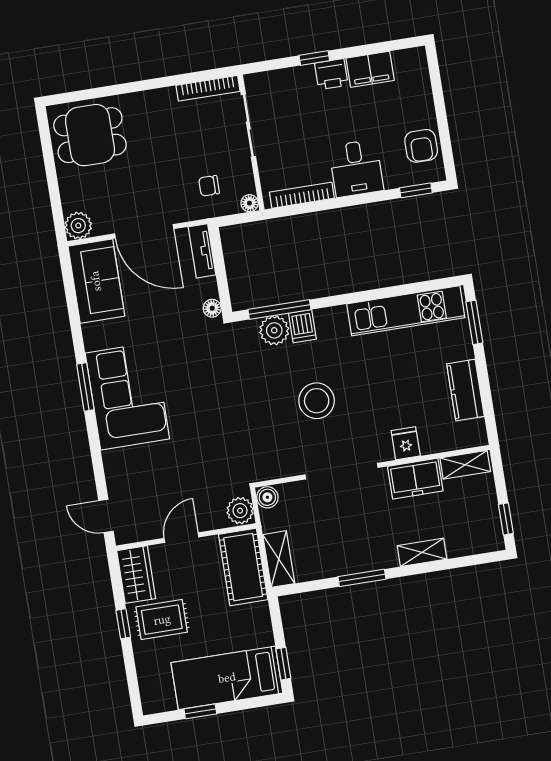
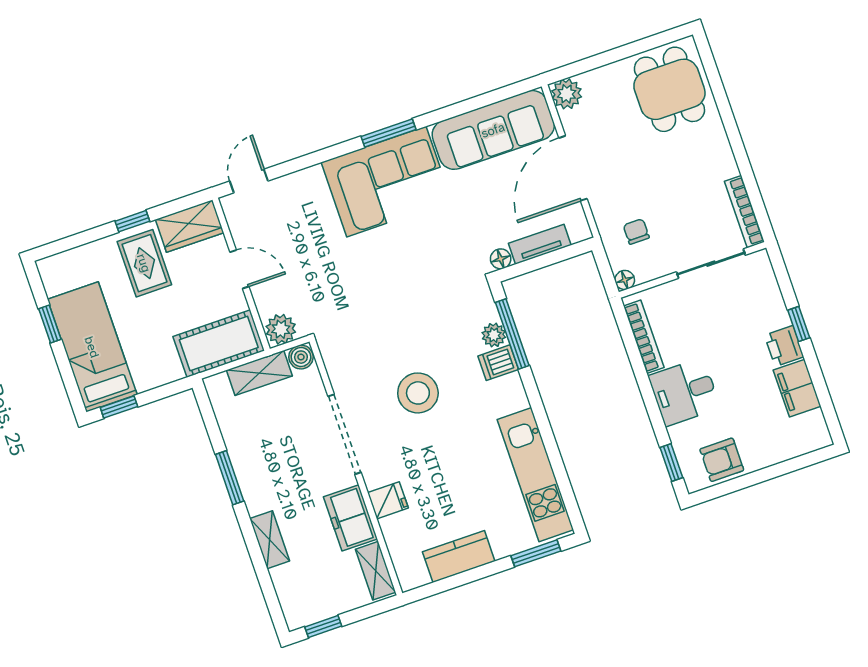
tv unit: (202, 251) -> (540, 244), moved
sofa: (96, 281) -> (493, 130), width x1.36
plant: (274, 330) -> (494, 335), width x0.73, depth x0.73
shelving: (279, 559) -> (259, 373), moved

